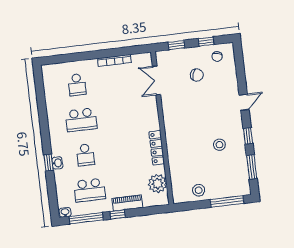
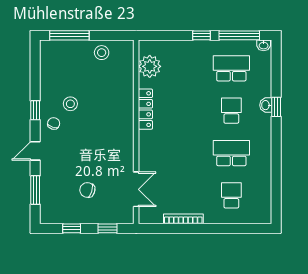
chair: (217, 56) -> (54, 123), moved
window: (252, 167) -> (35, 190), moved
piano: (127, 203) -> (188, 48), removed

